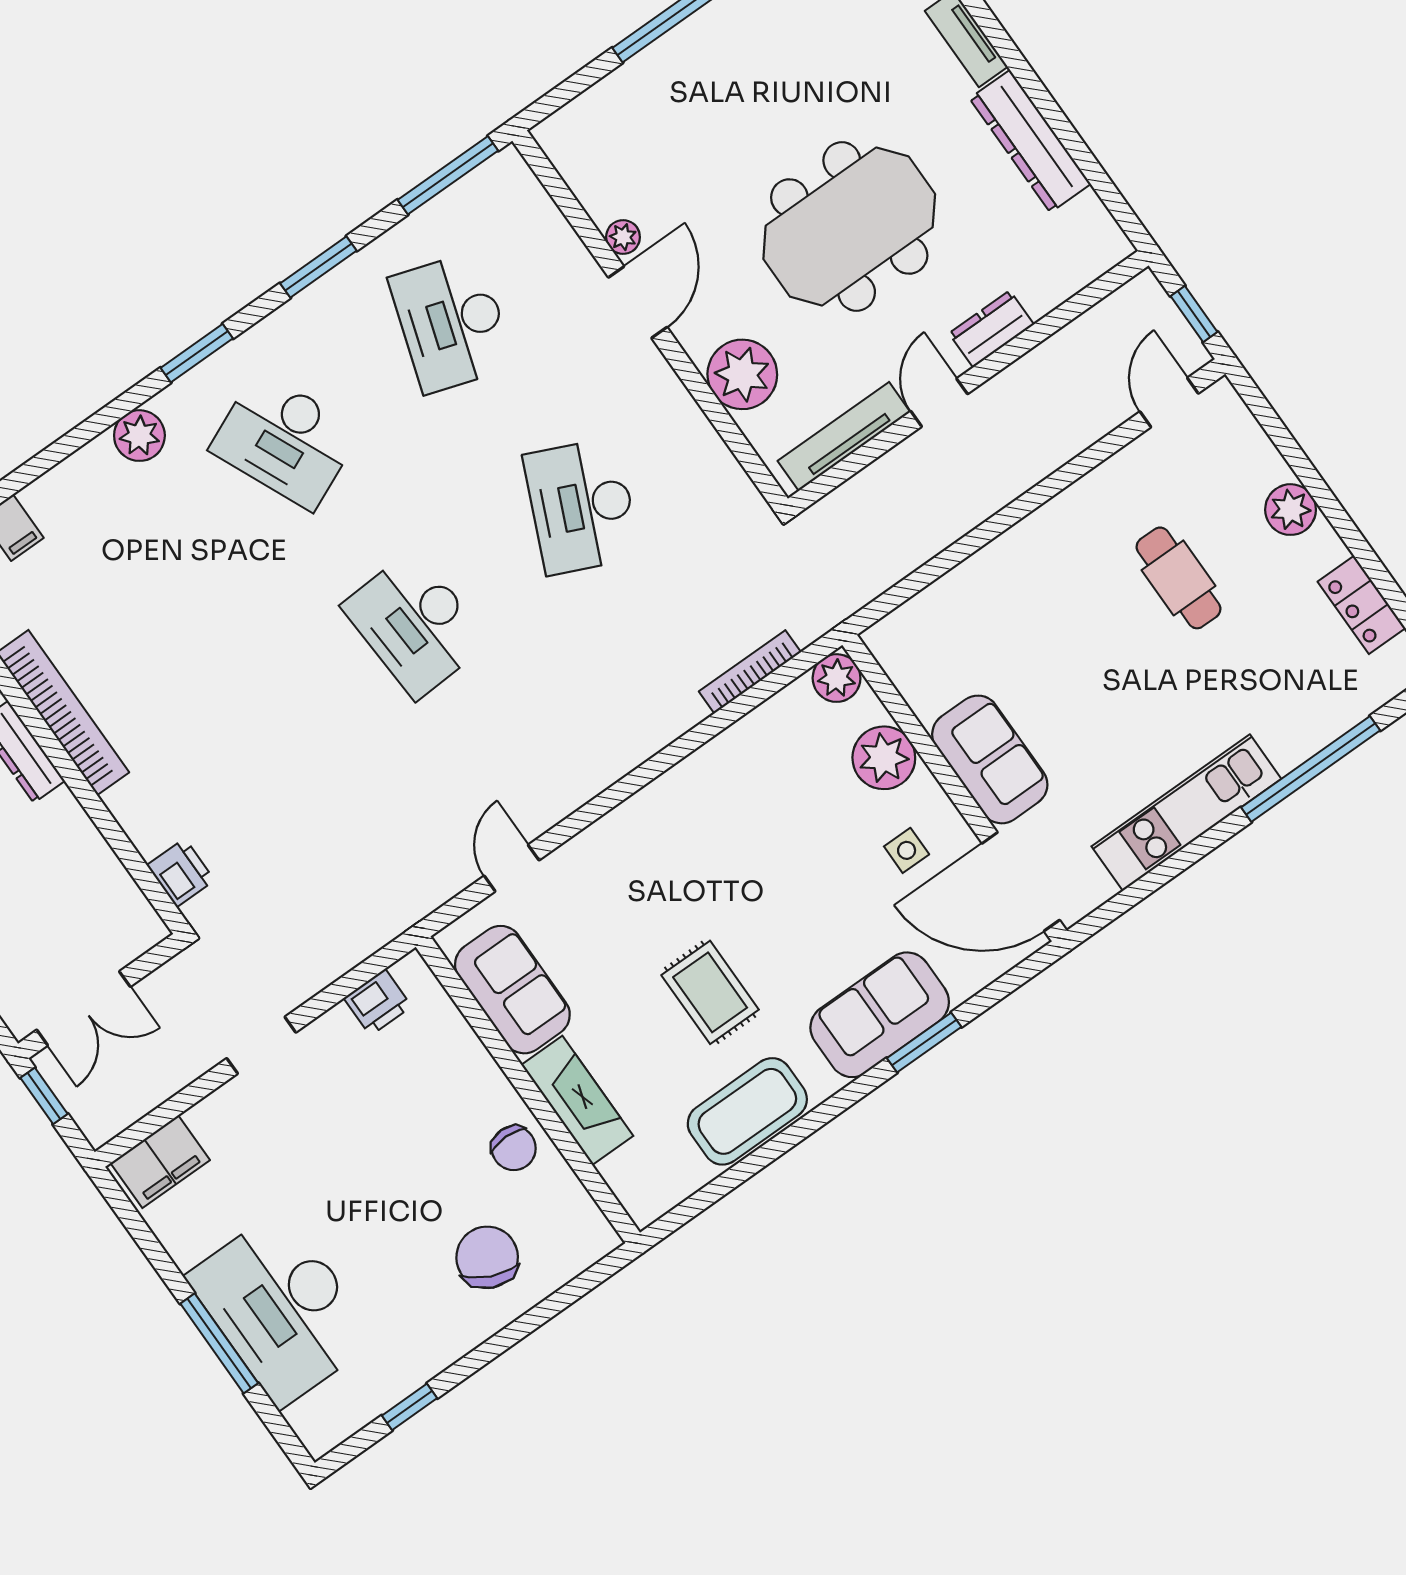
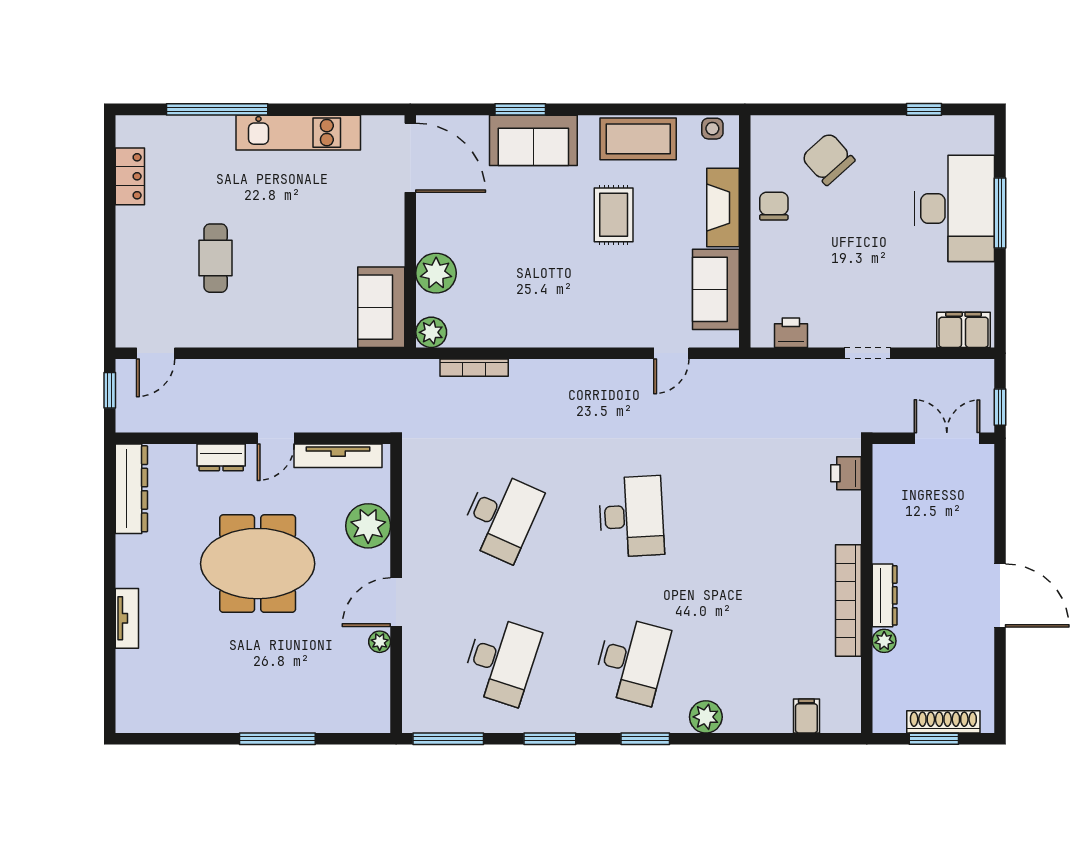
dresser: (1030, 141) -> (131, 489), moved
desk: (285, 440) -> (631, 661), turned 39
plant: (1291, 510) -> (132, 252), removed
sofa: (990, 759) -> (381, 307), moved
side table: (907, 850) -> (712, 129), moved
chair: (487, 1257) -> (828, 159), turned 114

